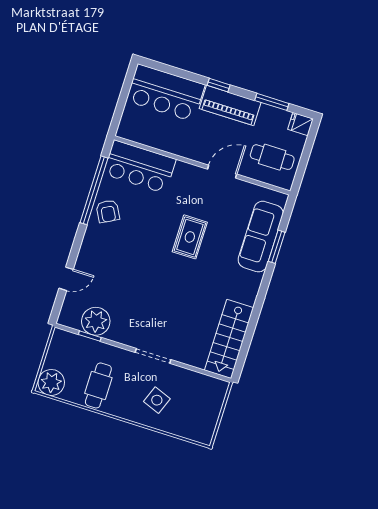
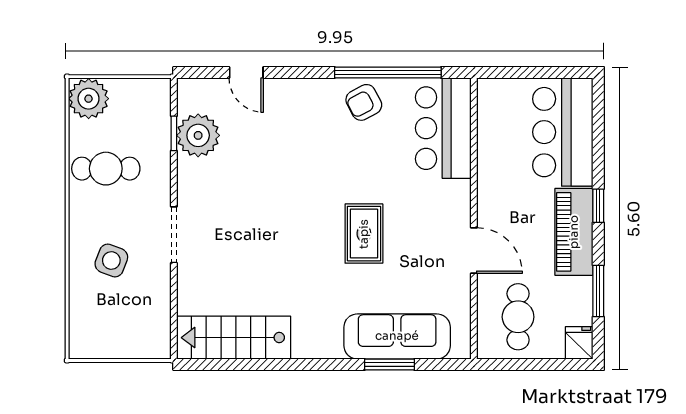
rug: (190, 237) -> (364, 234), turned 90

